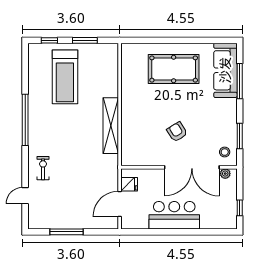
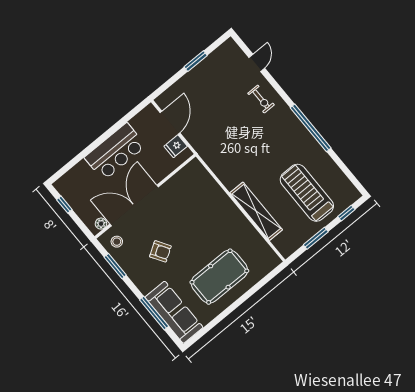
shelving: (111, 126) -> (256, 211), moved
armchair: (177, 132) -> (160, 251), moved
window: (67, 232) -> (196, 61), width x0.69

